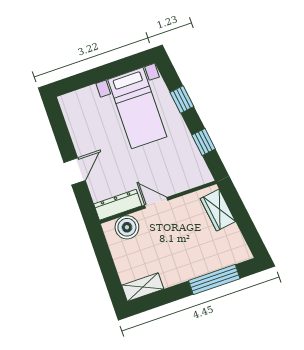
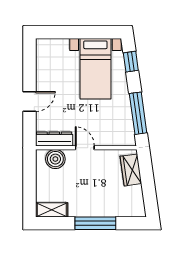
window: (182, 100) -> (131, 62), moved
window: (204, 142) -> (138, 113), width x2.17
window: (214, 280) -> (95, 223), moved

